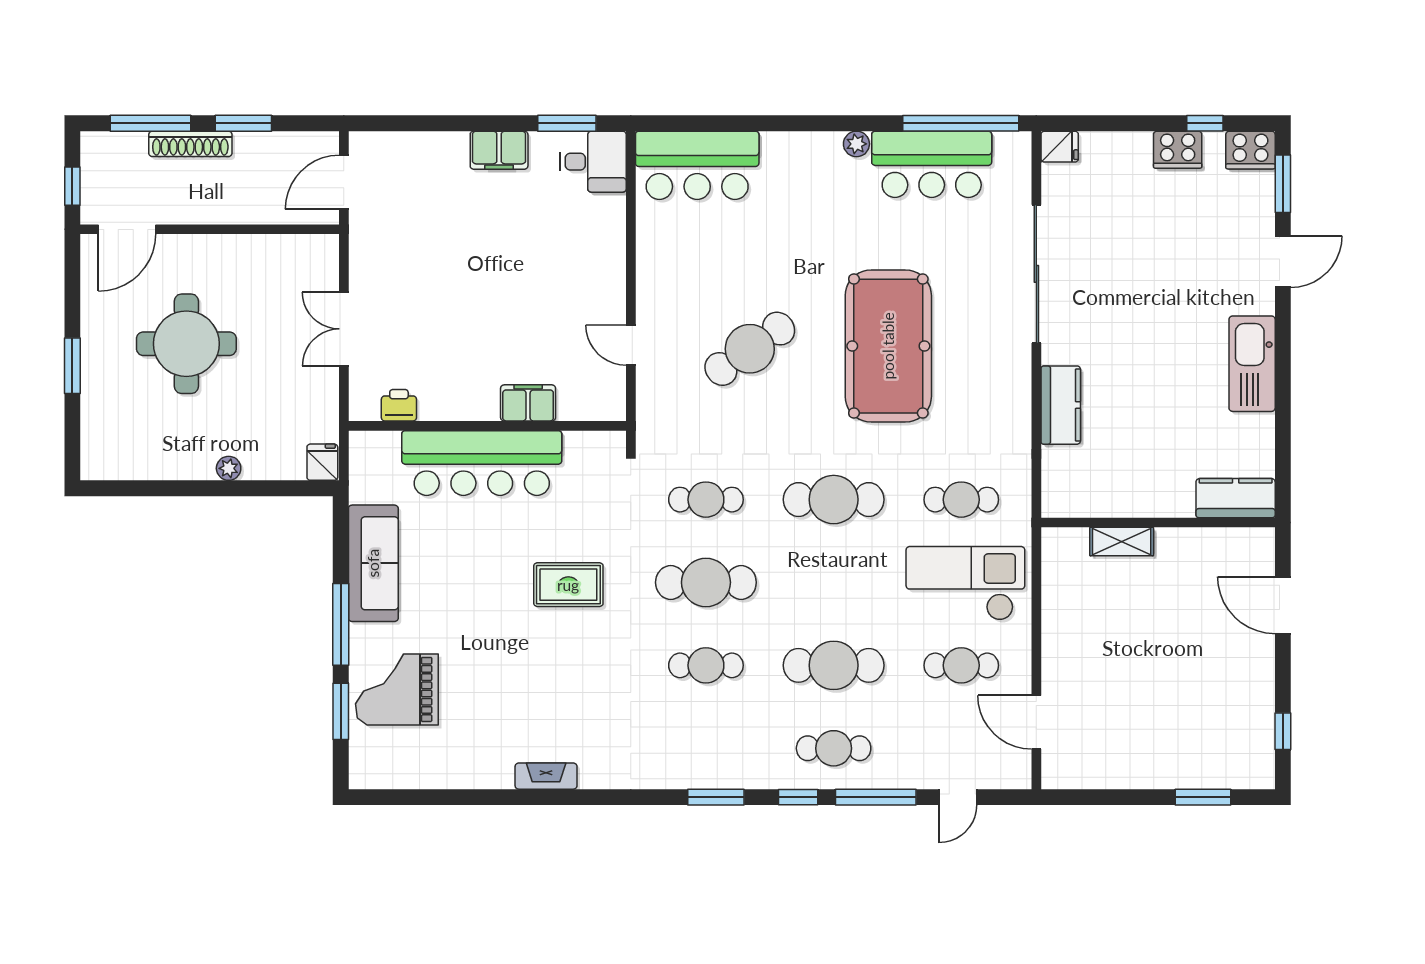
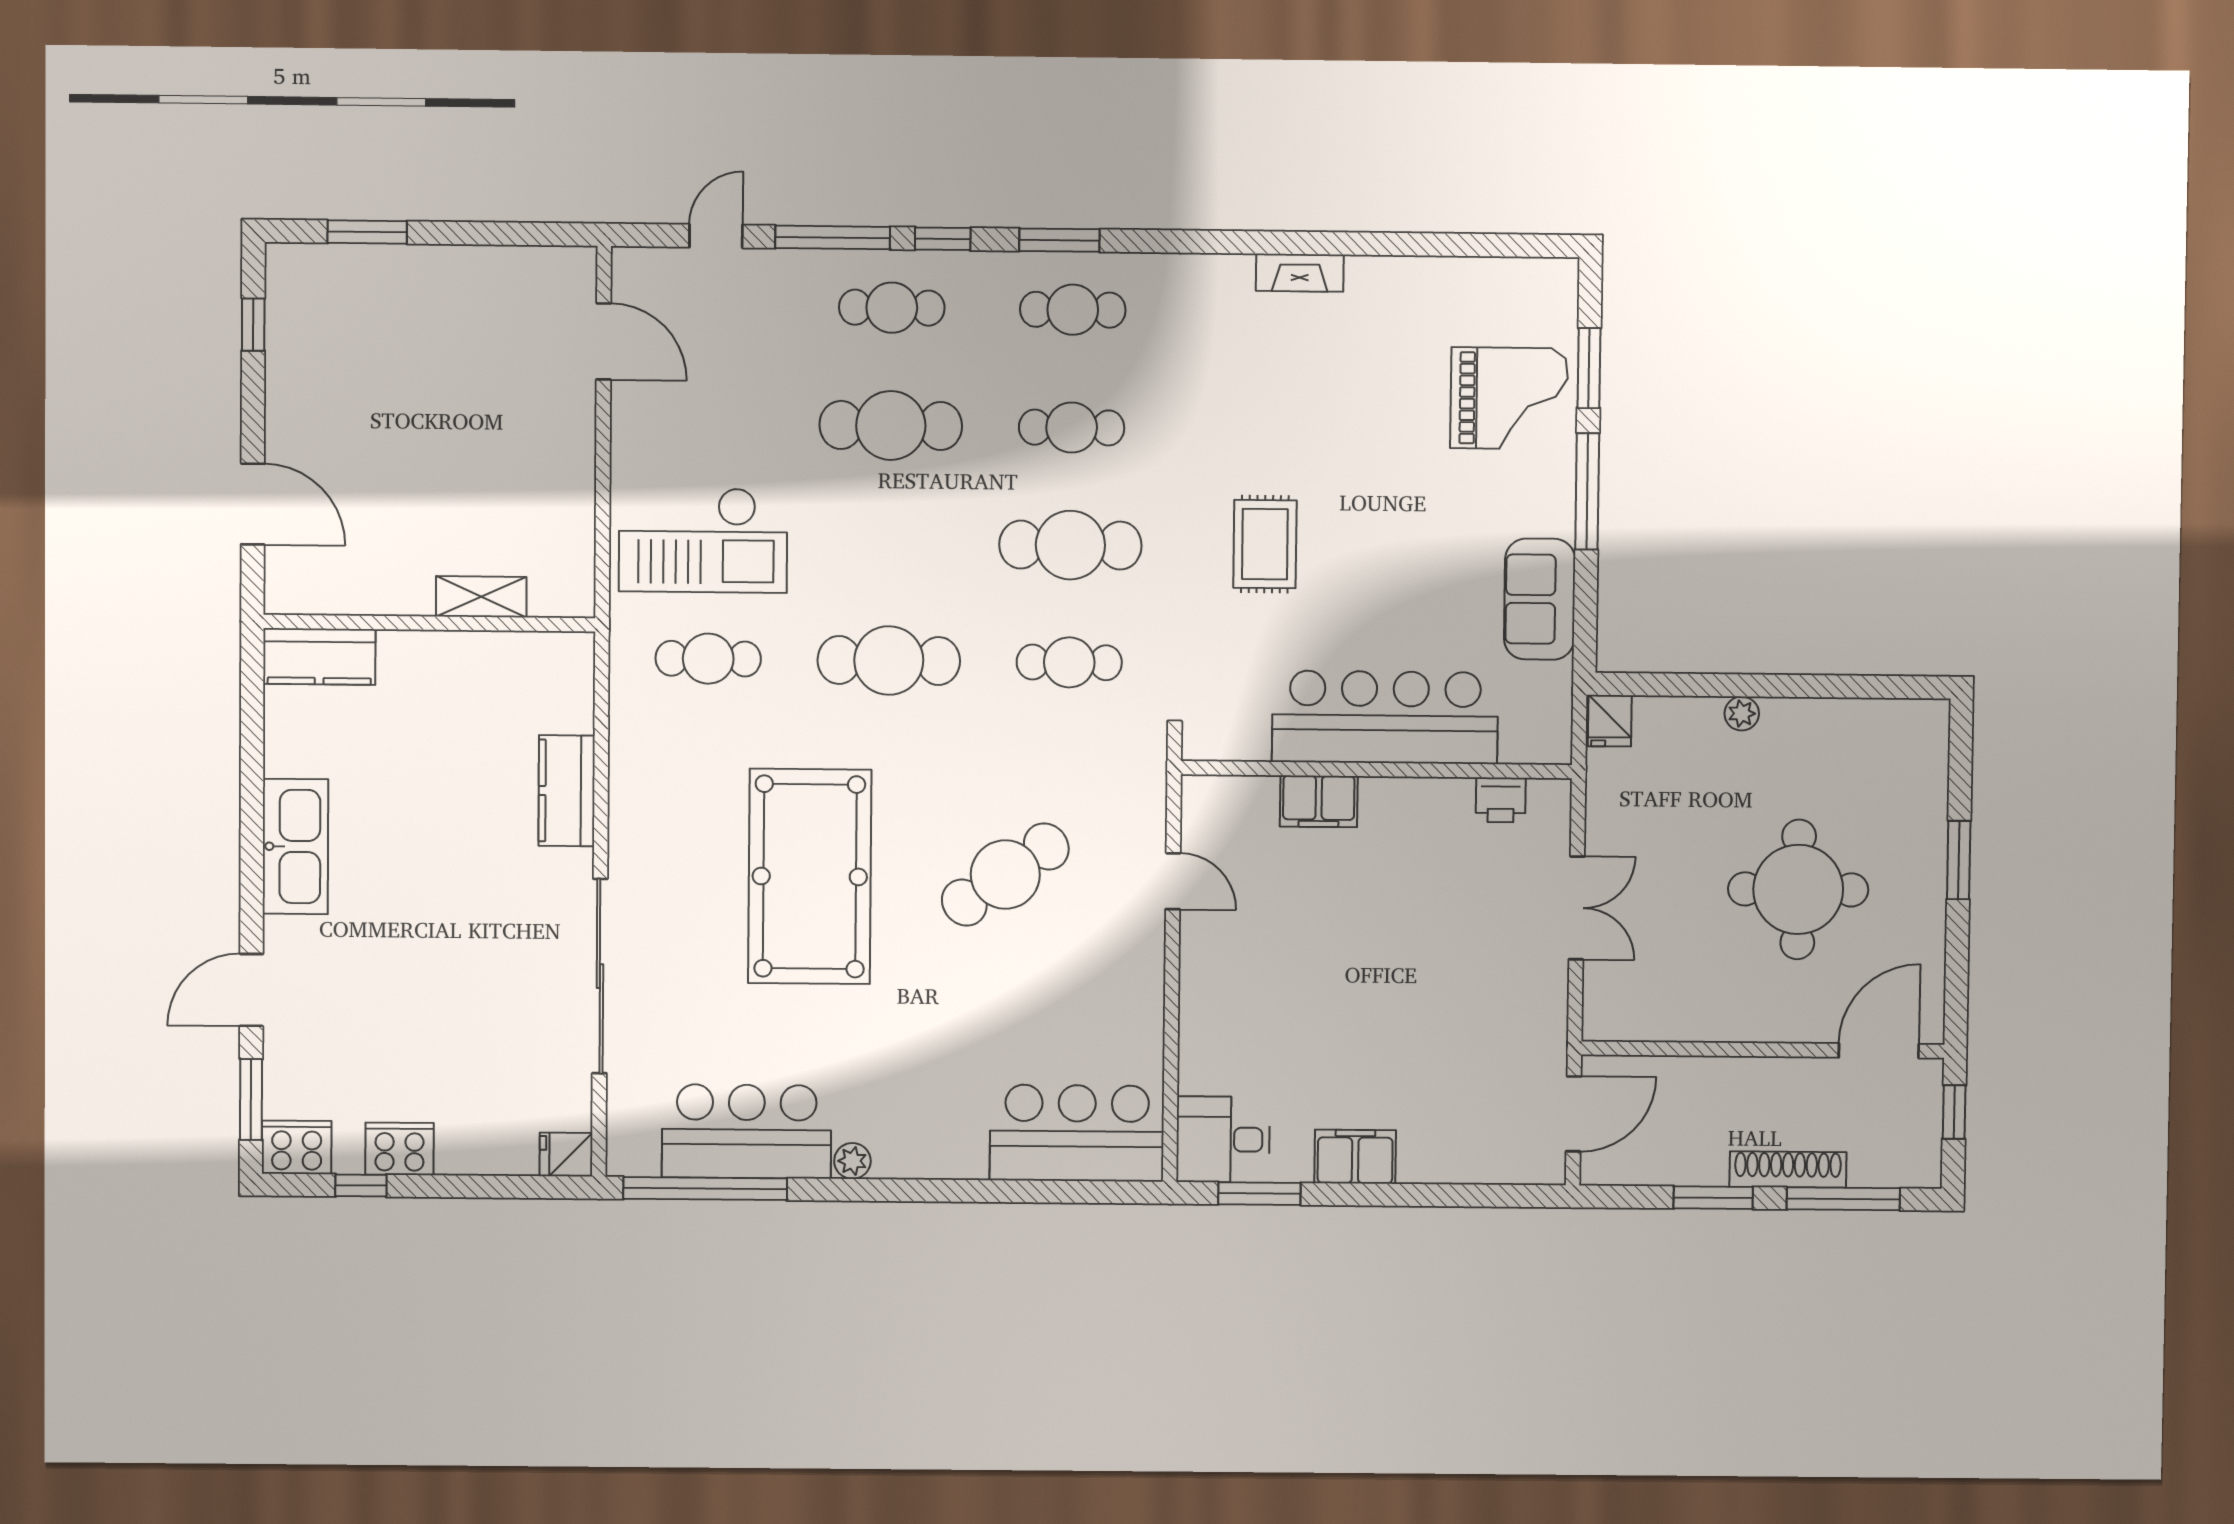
sofa: (373, 563) -> (1540, 599), width x0.73
rug: (568, 585) -> (1265, 544), turned 90
cafe table: (961, 665) -> (1073, 310), moved

